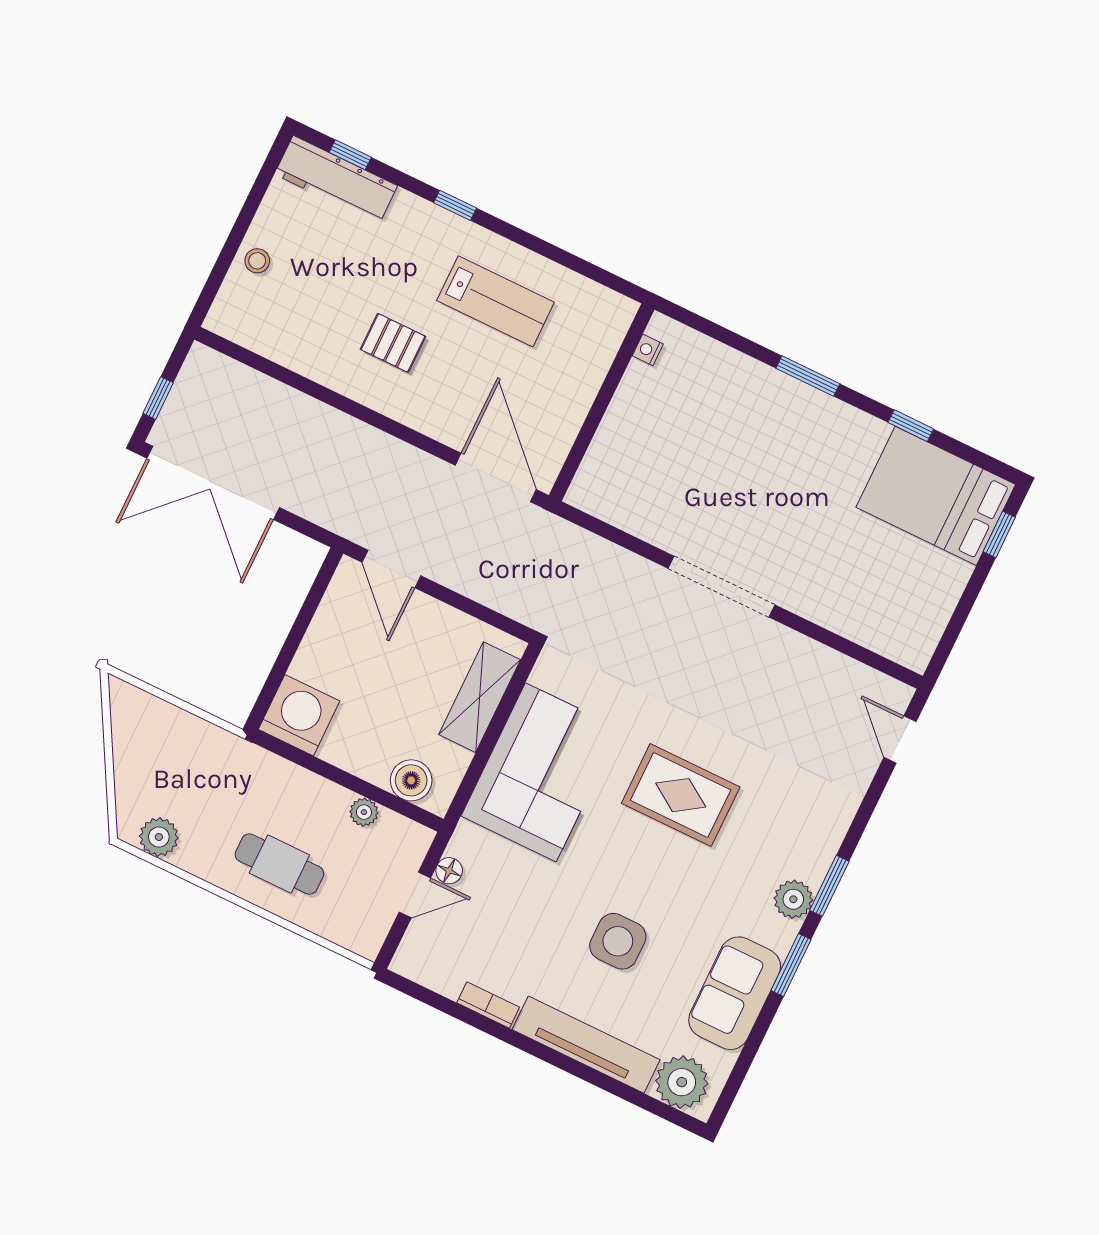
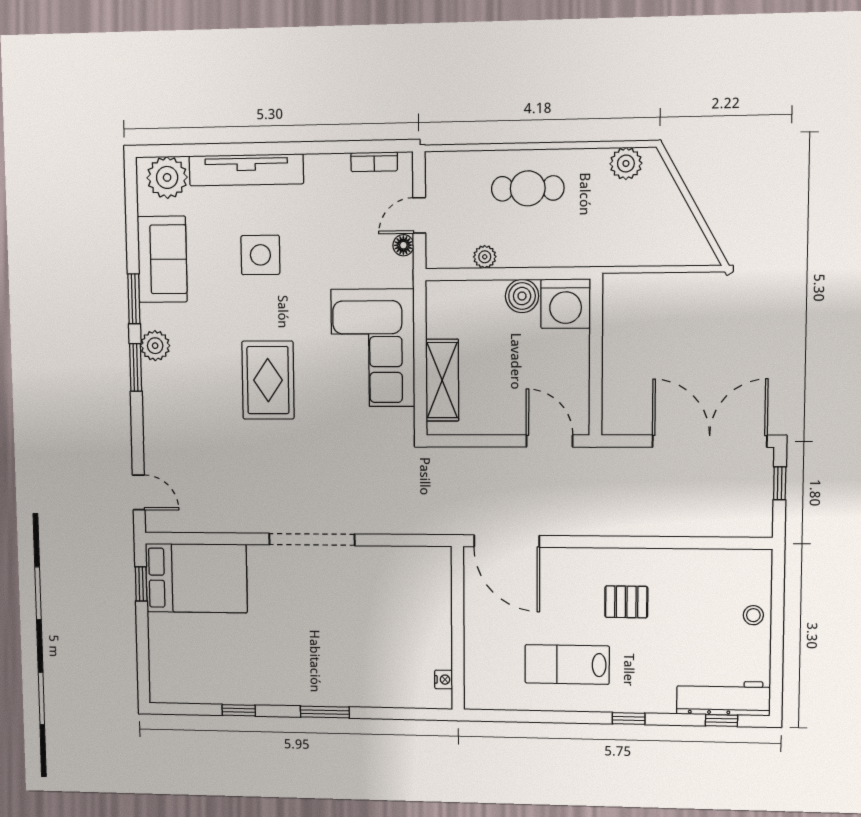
bed: (936, 496) -> (196, 578), moved
window: (999, 534) -> (141, 584), moved
boiler: (411, 780) -> (522, 296), moved
rug: (681, 795) -> (268, 380), turned 90
bookcase: (488, 1005) -> (374, 162), moved

